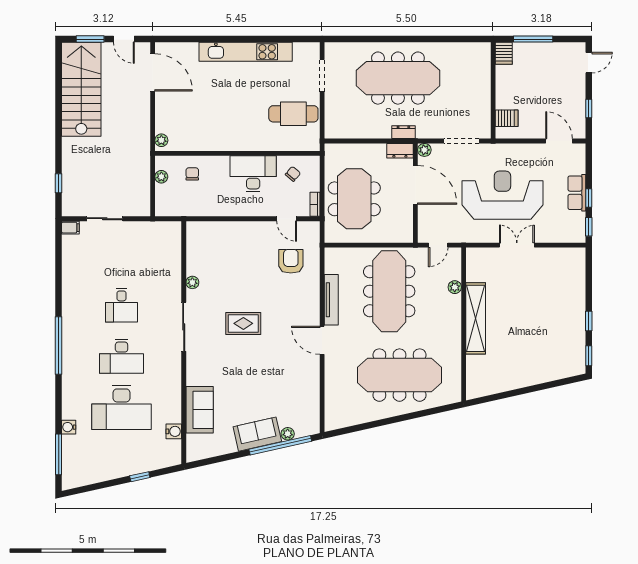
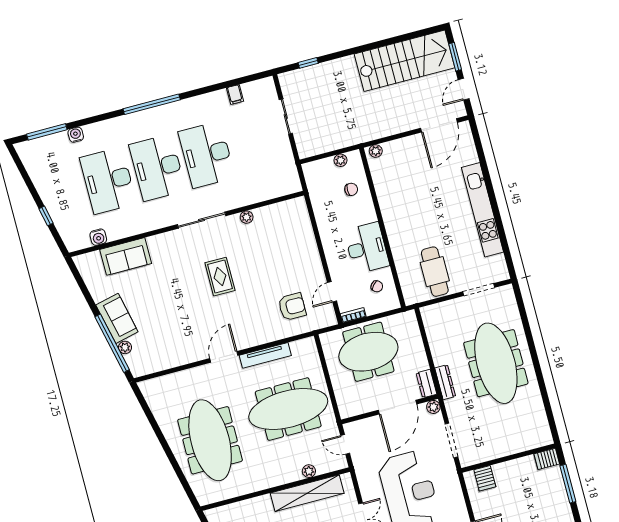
dresser: (403, 132) -> (445, 382), width x1.44
filing cabinet: (70, 228) -> (235, 94), moved
desk: (122, 305) -> (207, 155), width x1.87, depth x1.30
shelving: (476, 318) -> (307, 493), moved
desk: (122, 356) -> (157, 168), width x1.36, depth x1.30

